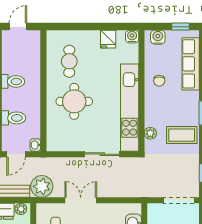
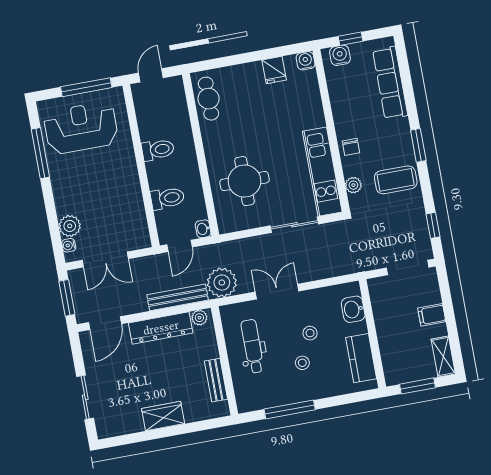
window: (181, 27) -> (351, 39), moved
cafe table: (69, 61) -> (209, 99), moved
chair: (159, 81) -> (351, 147), moved
round table: (74, 101) -> (244, 181), moved
kitchen unit: (130, 108) -> (322, 172), width x0.73

